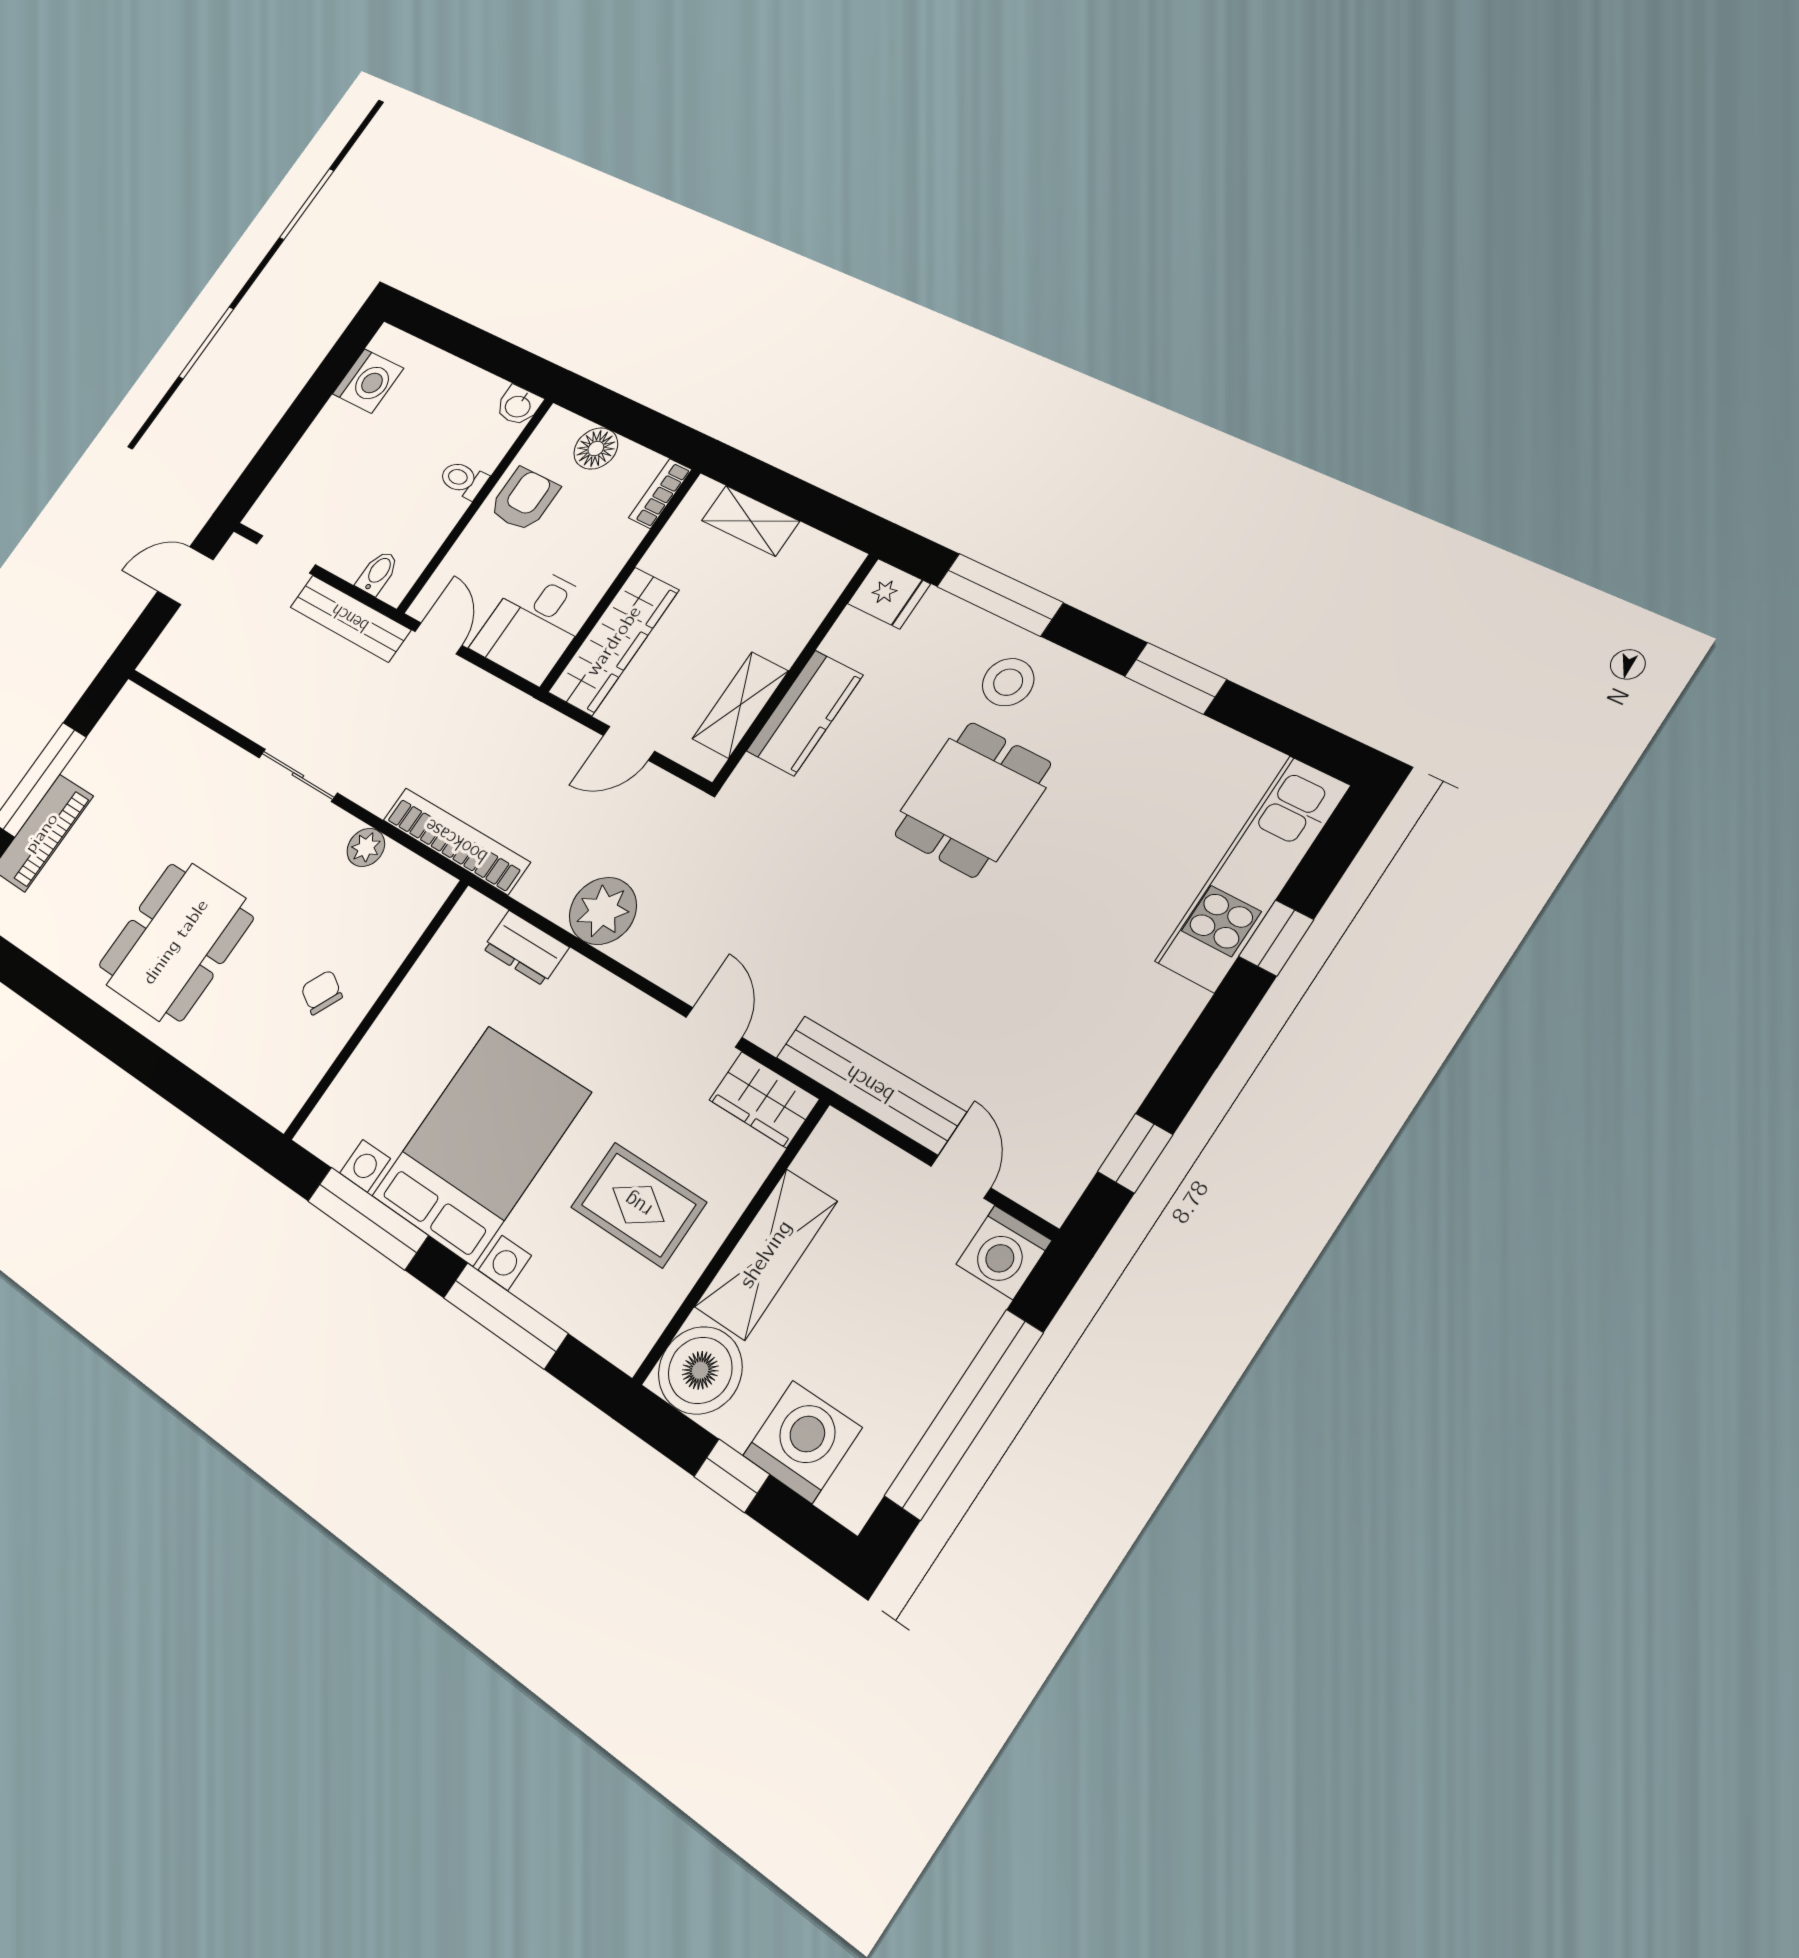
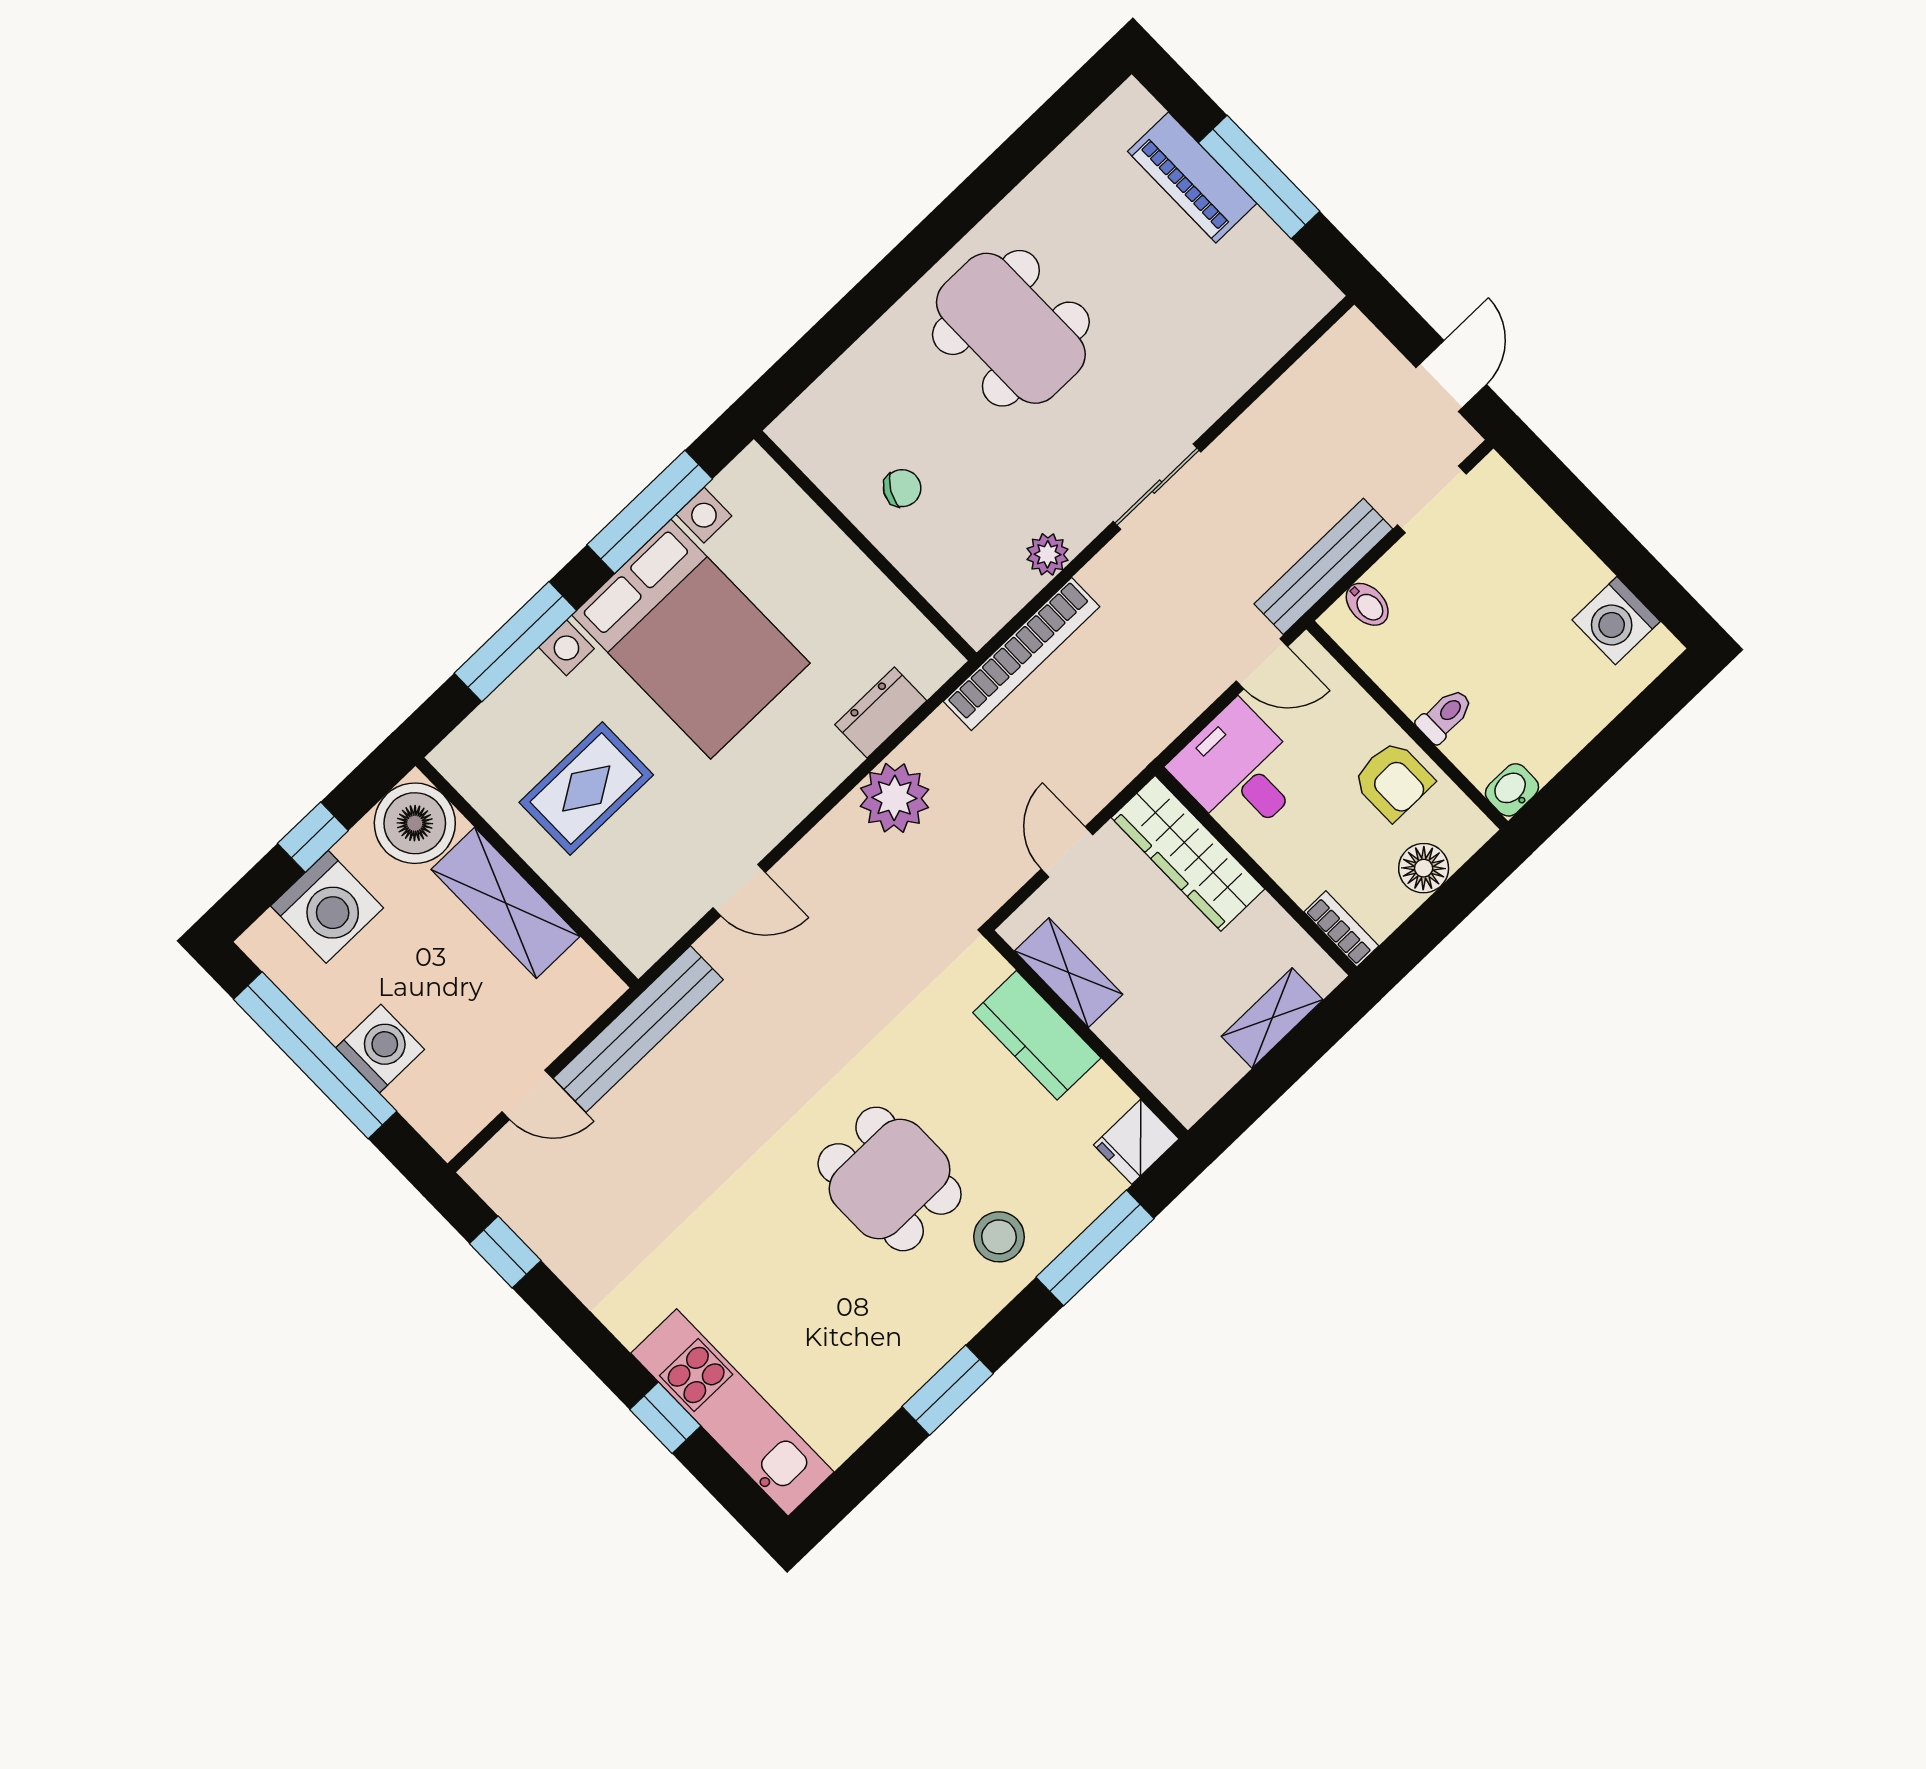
wardrobe: (764, 1100) -> (653, 926), removed
washing machine: (1004, 1252) -> (380, 1049), moved, turned 90

